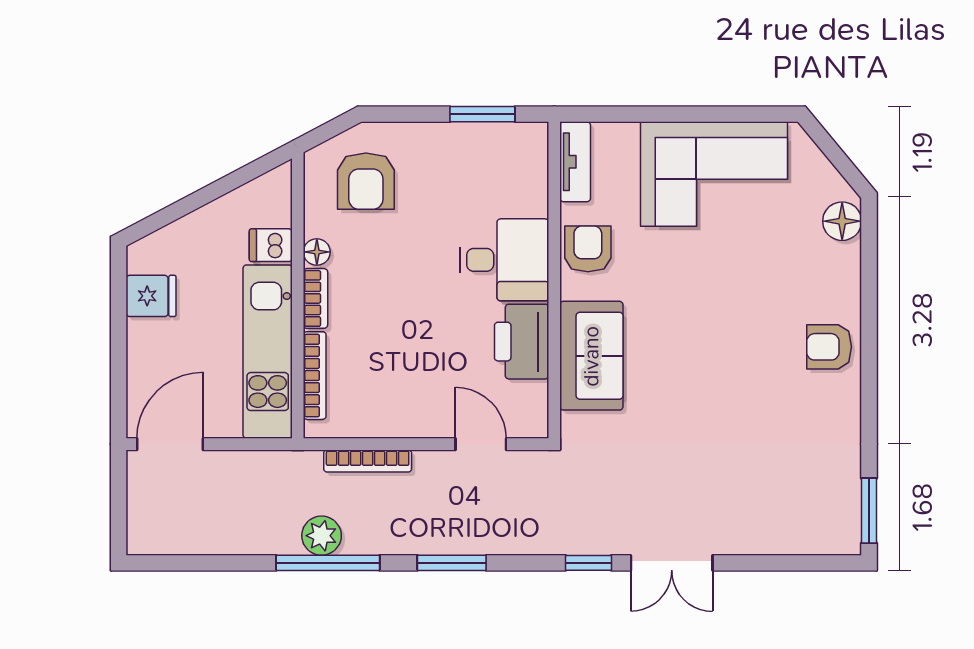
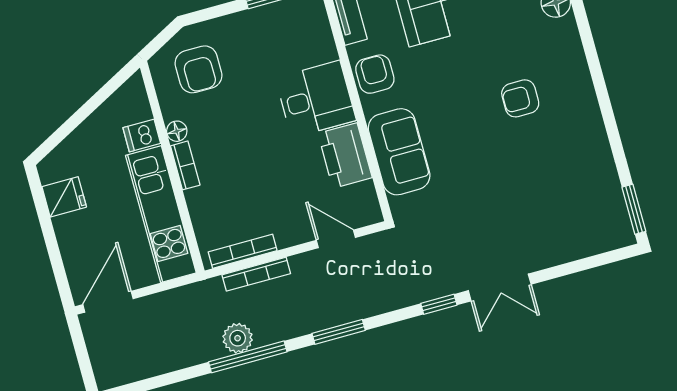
armchair: (829, 347) -> (520, 98), moved
bookcase: (315, 376) -> (243, 251), moved, turned -90

